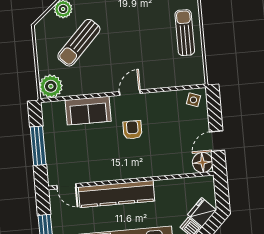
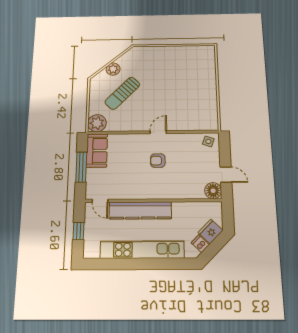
sun lounger: (185, 33) -> (204, 92), removed
sofa: (88, 111) -> (97, 151), moved, turned -90
armchair: (132, 130) -> (158, 161), turned -90
door: (217, 141) -> (226, 175), swing flipped

